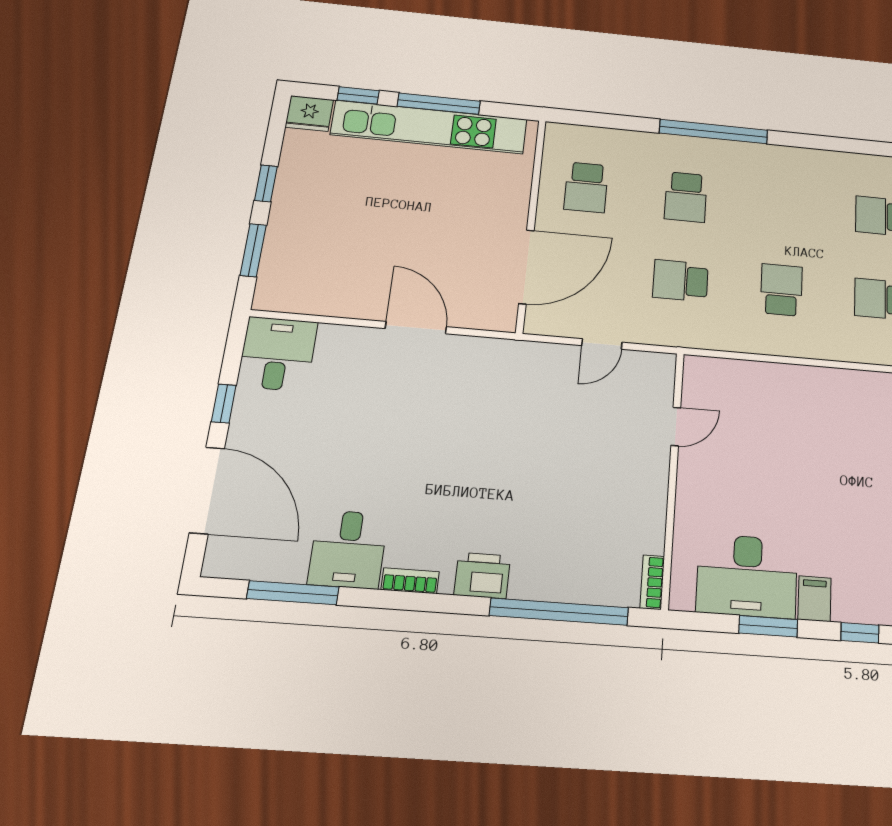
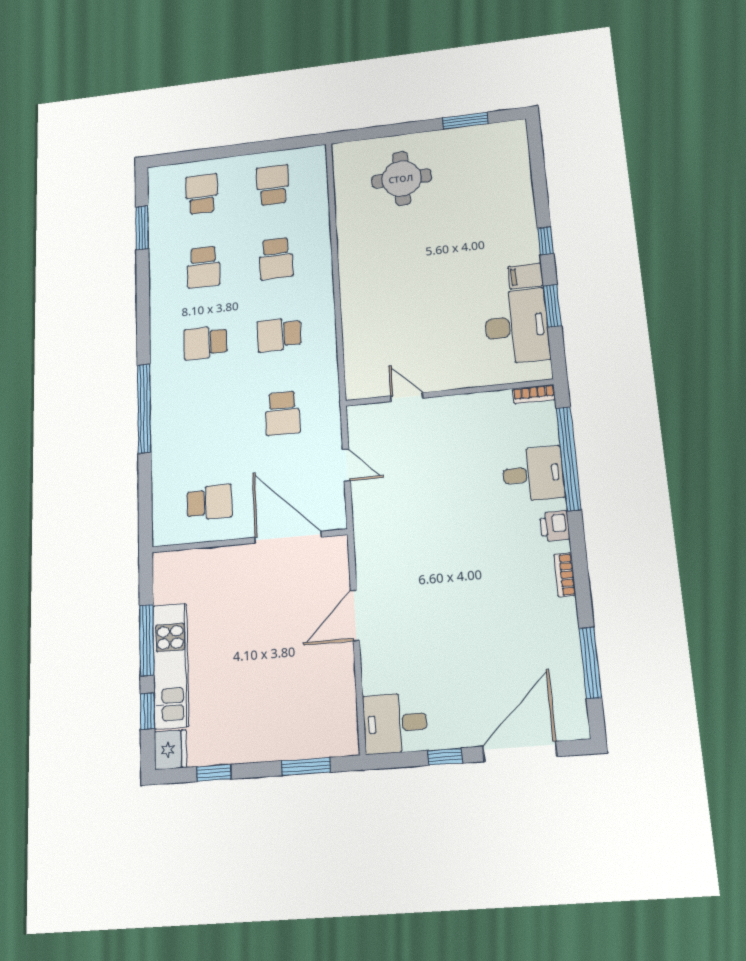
kitchen unit: (429, 127) -> (171, 666), width x0.73
window: (266, 183) -> (214, 773), moved
school desk: (686, 197) -> (205, 343), moved, turned 180
desk: (348, 549) -> (533, 474), moved
printer: (482, 575) -> (555, 526), width x0.73, depth x0.81

